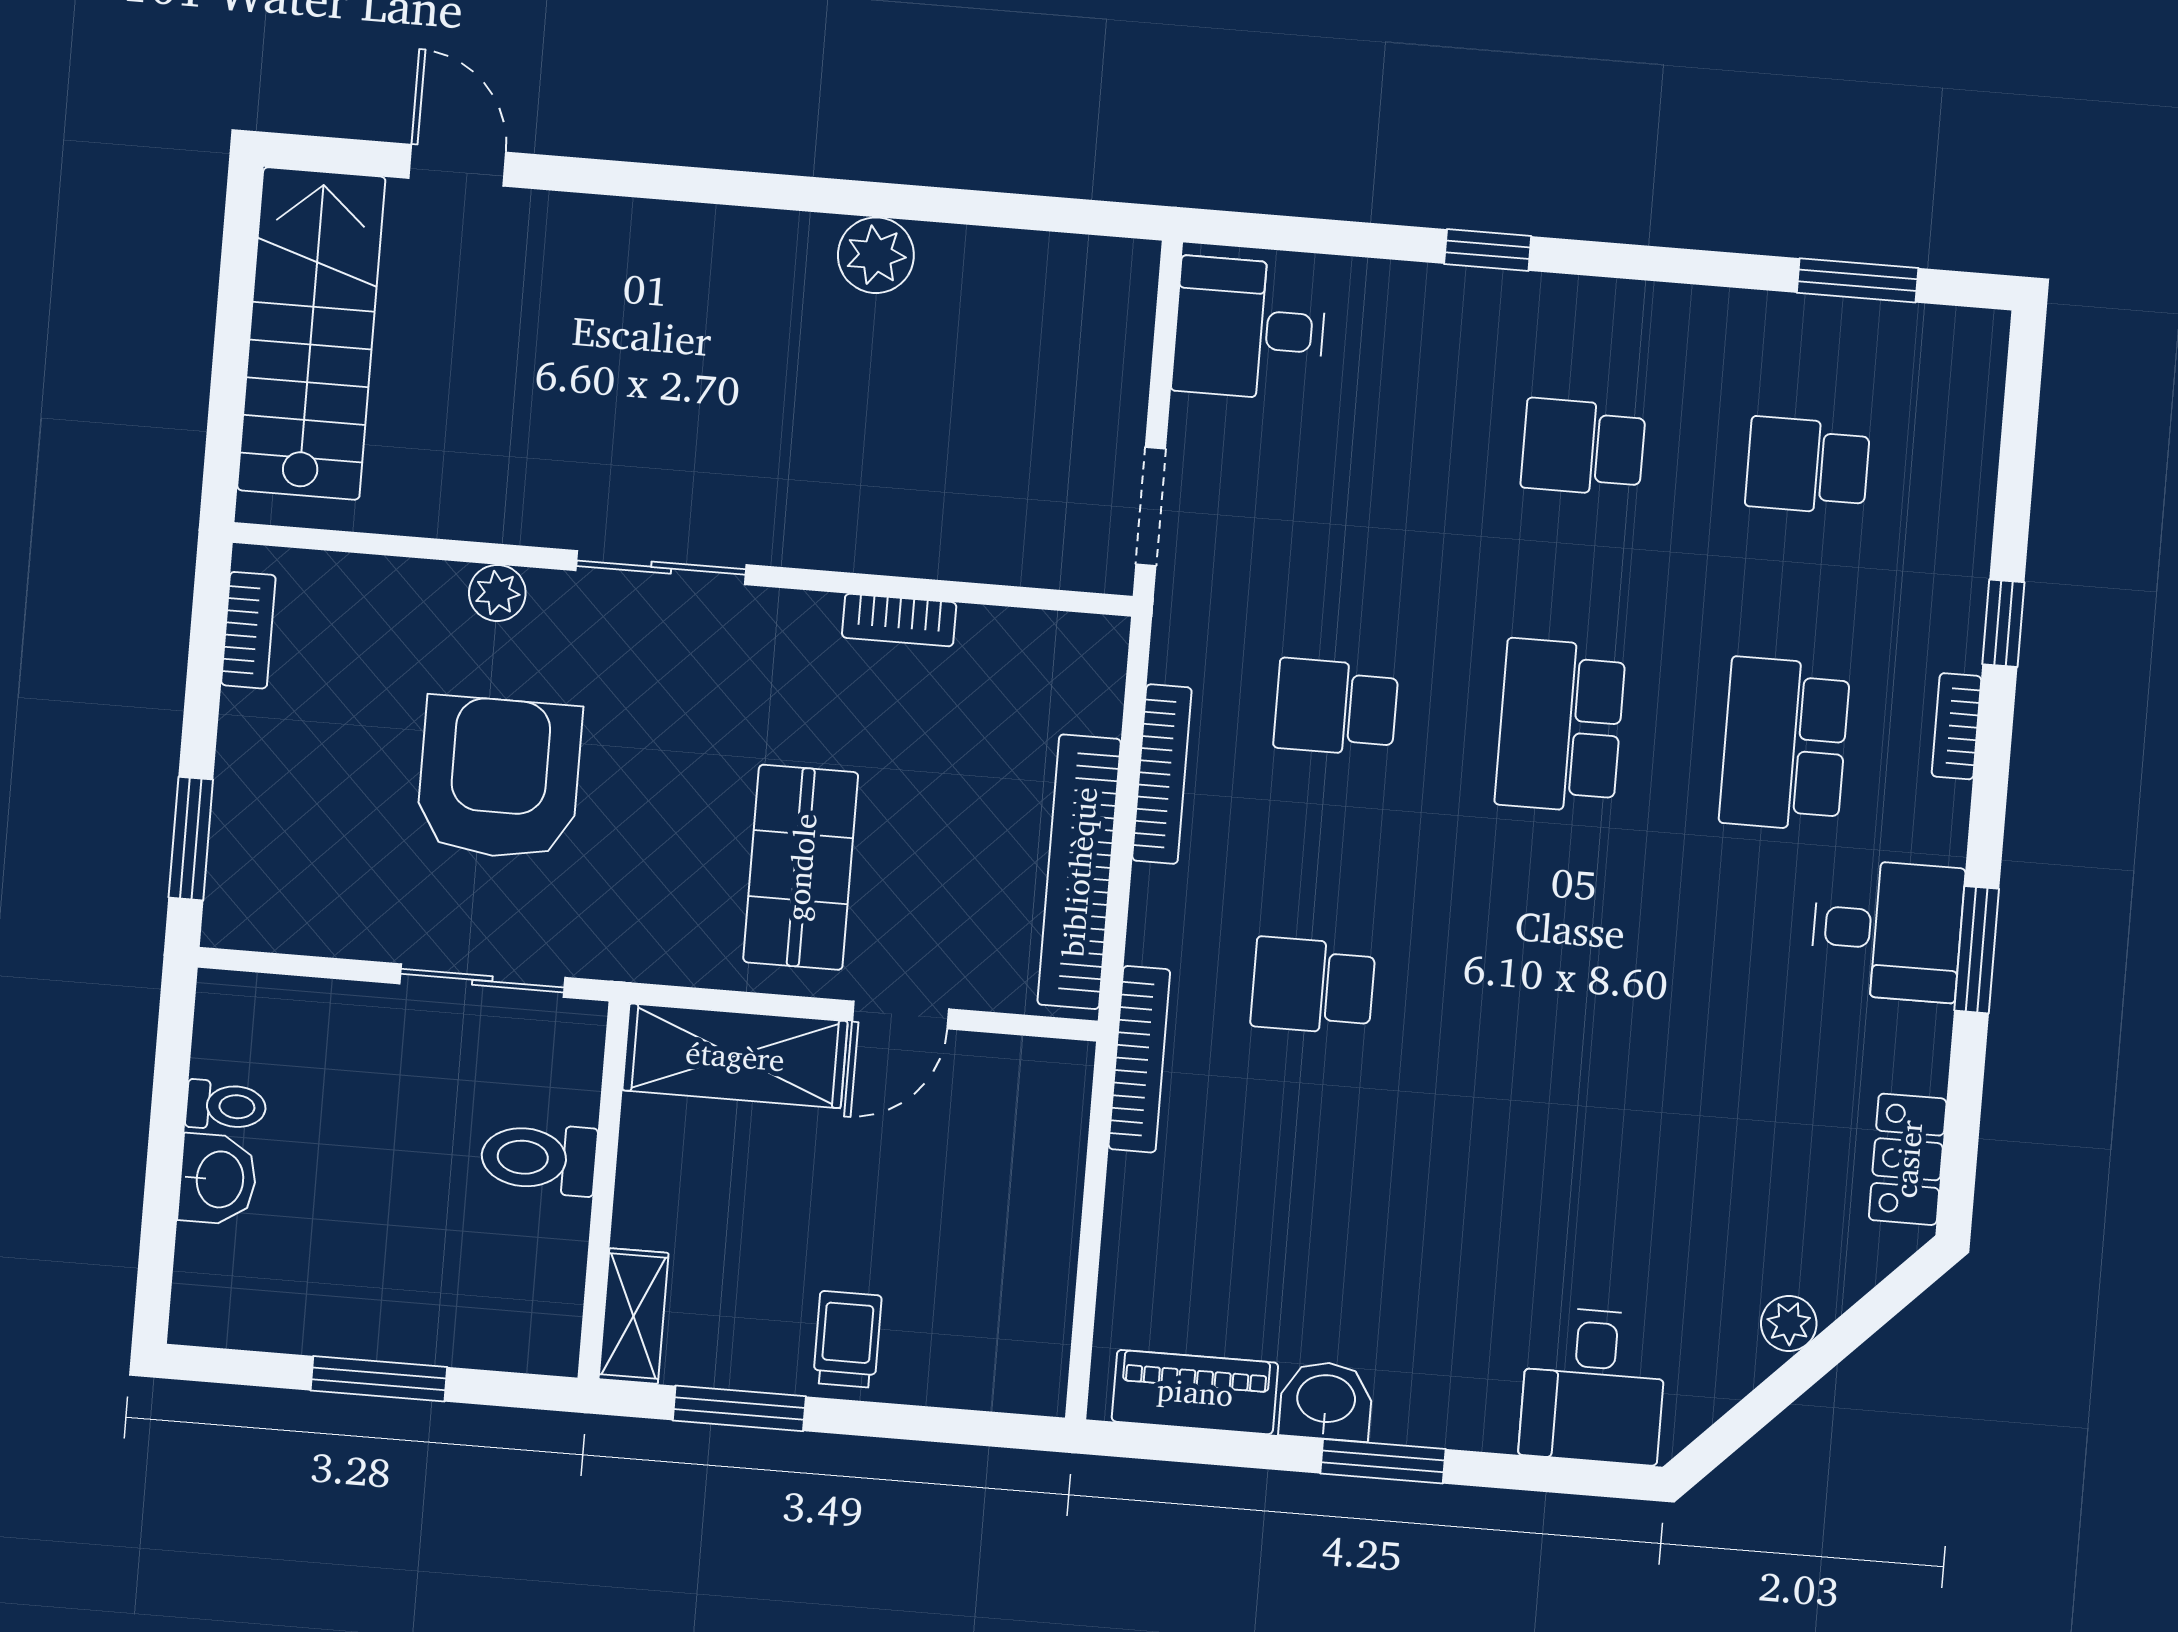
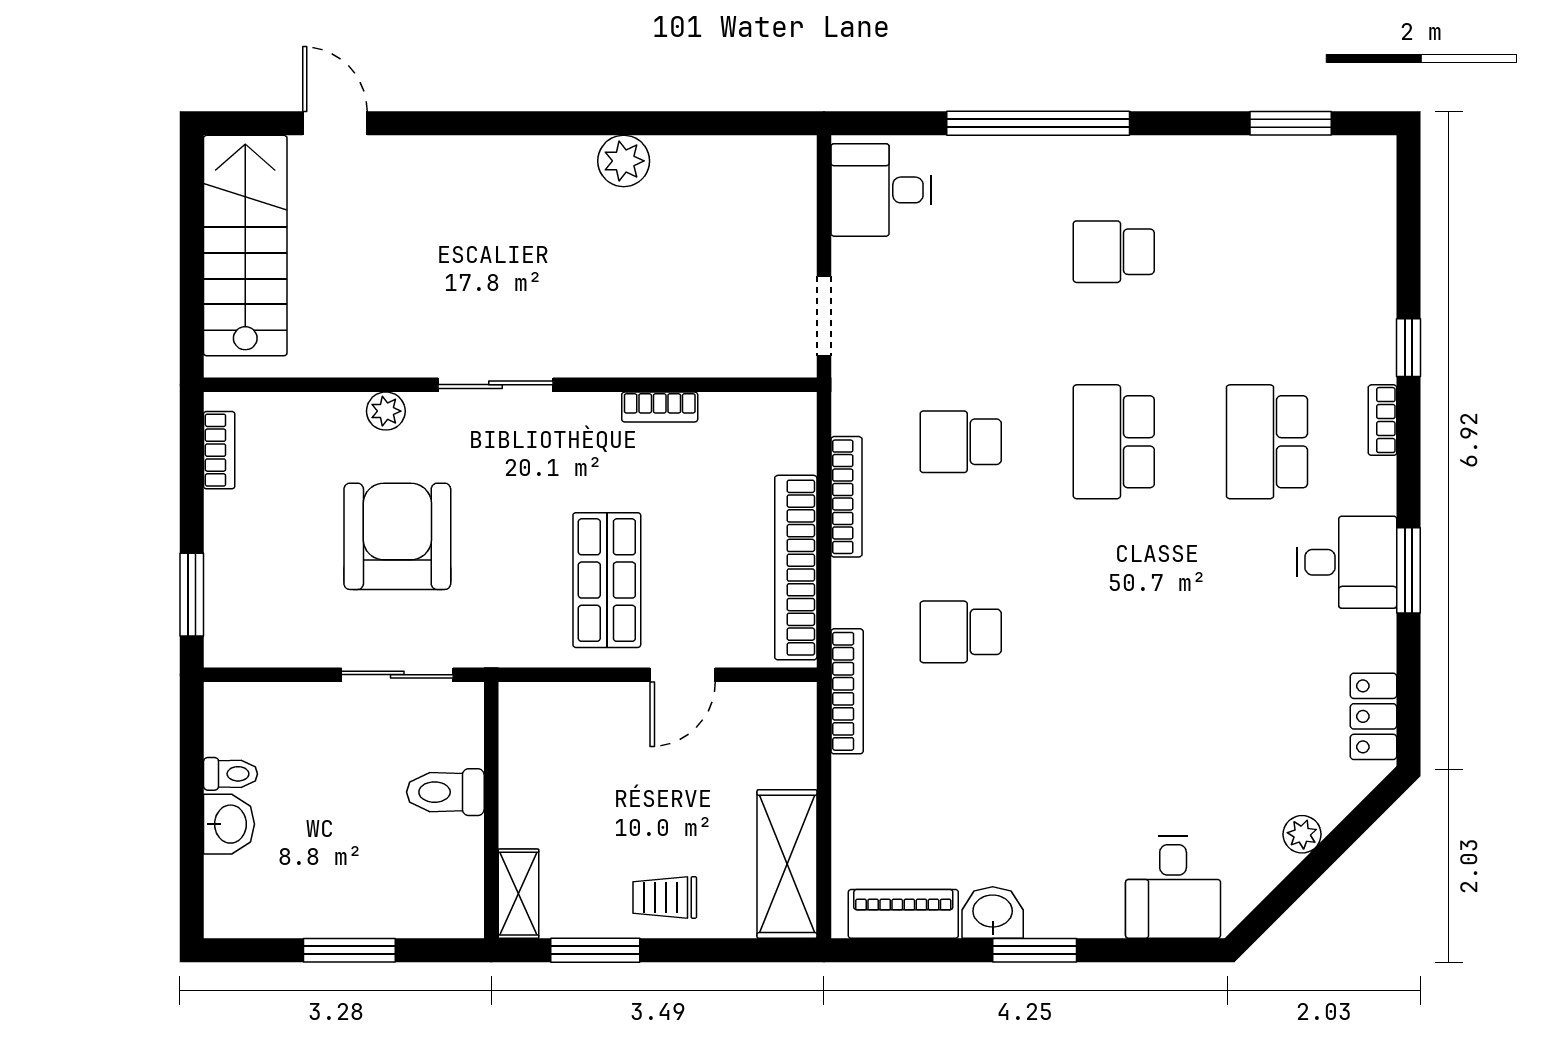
window: (1488, 250) -> (1038, 123), width x3.17
school desk: (1808, 466) -> (1267, 252), removed
shelving: (735, 1056) -> (787, 864), moved, turned 90
trolley: (847, 1339) -> (665, 897), turned -90

